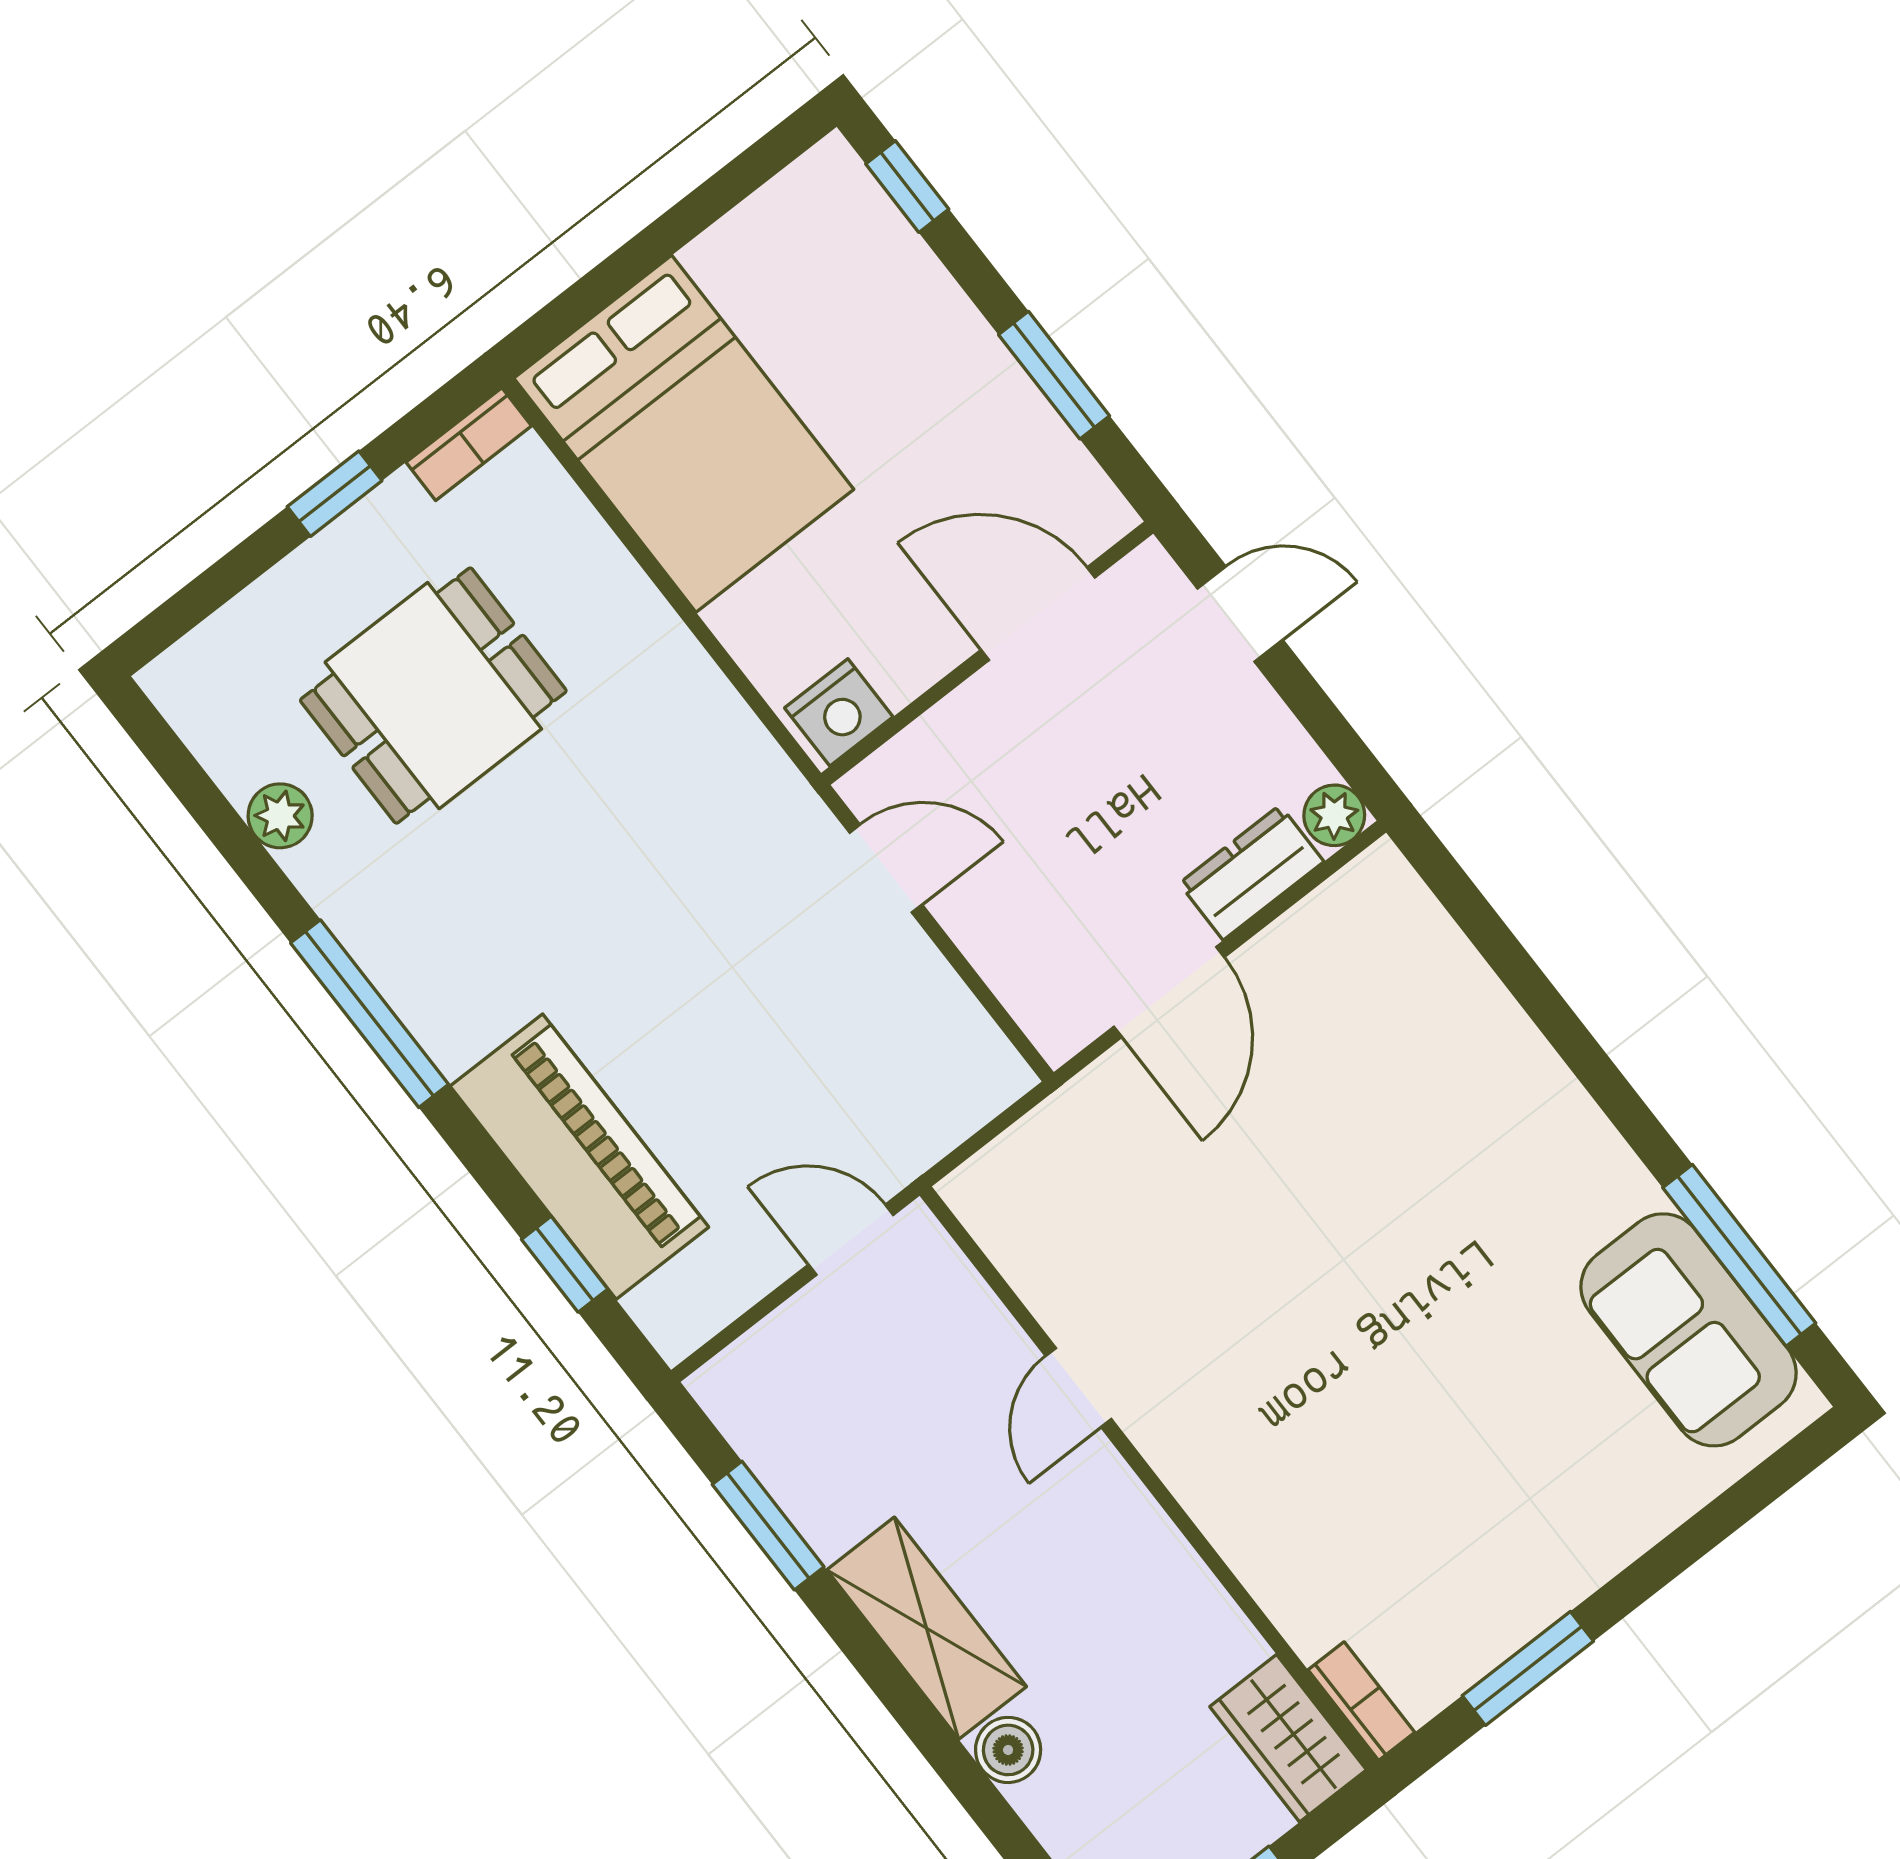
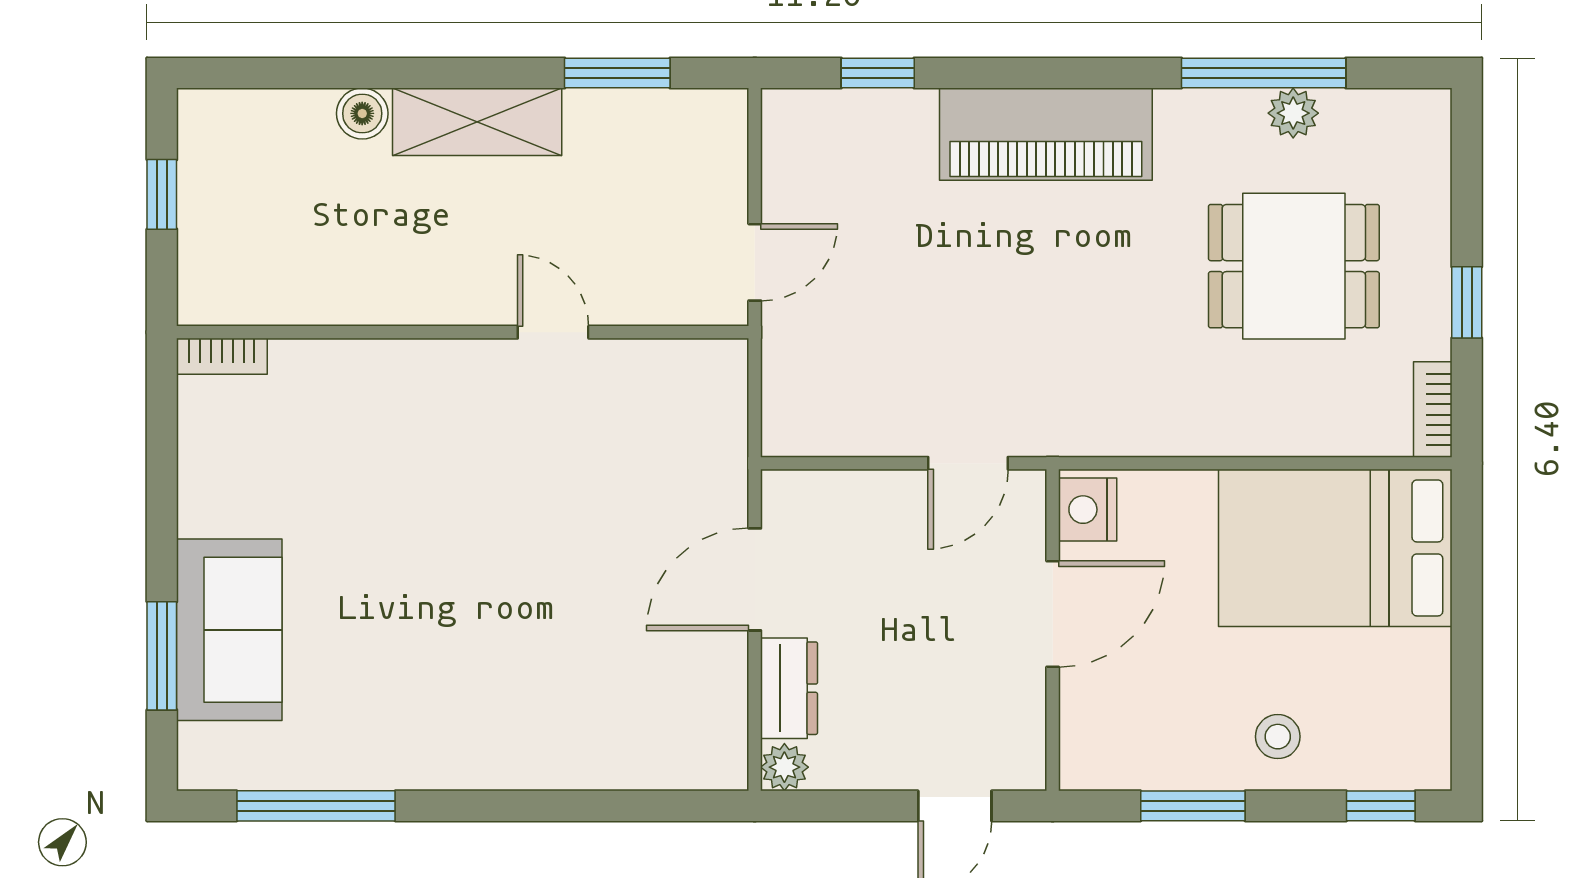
stool: (918, 344) -> (1278, 737), added
door: (1038, 614) -> (1053, 614), moved
dining table: (433, 696) -> (1294, 266), turned 90
door: (1169, 992) -> (755, 579), hinge flipped
window: (370, 1014) -> (1264, 73), moved
piano: (579, 1157) -> (1046, 134), moved
sofa: (1689, 1330) -> (229, 630), moved, turned 90
window: (1528, 1668) -> (162, 656), moved
wardrobe: (1288, 1738) -> (234, 293), removed

